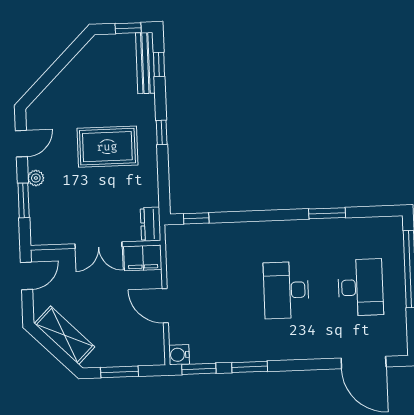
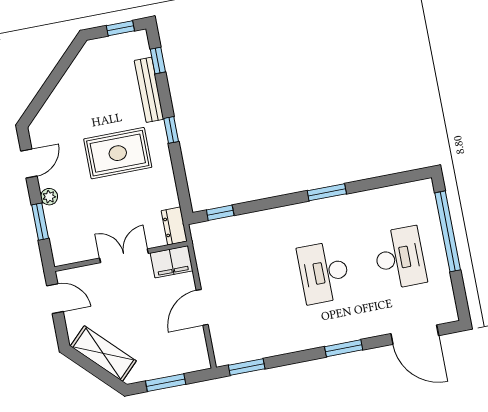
bench: (145, 63) -> (149, 90), moved
window: (327, 213) -> (327, 192), moved
double door: (98, 245) -> (124, 256), swing flipped
door: (26, 276) -> (55, 299), hinge flipped
door: (165, 306) -> (202, 307), hinge flipped
water cooler: (179, 355) -> (224, 356), removed
window: (250, 367) -> (344, 348), moved

